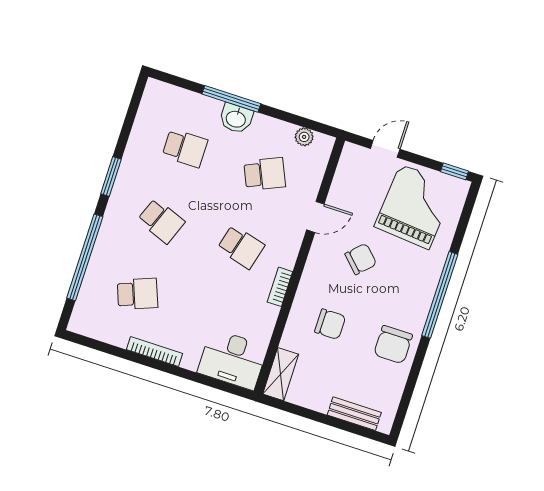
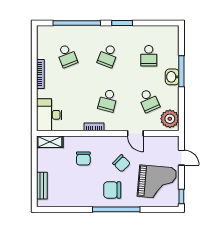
plant: (304, 137) -> (170, 119), width x1.87, depth x1.87
chair: (393, 345) -> (112, 190), moved

